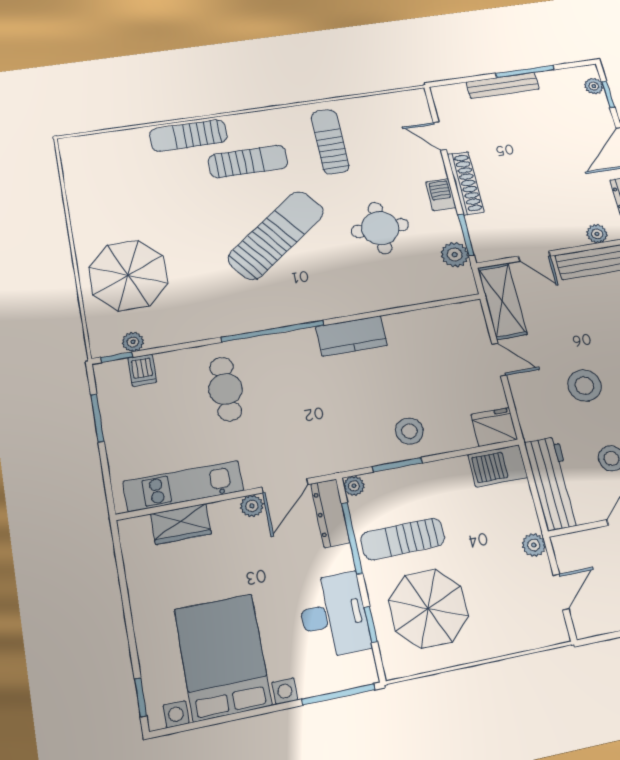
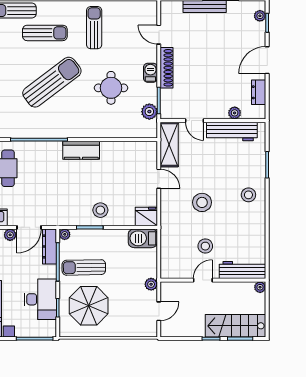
workbench: (553, 483) -> (170, 253), removed

